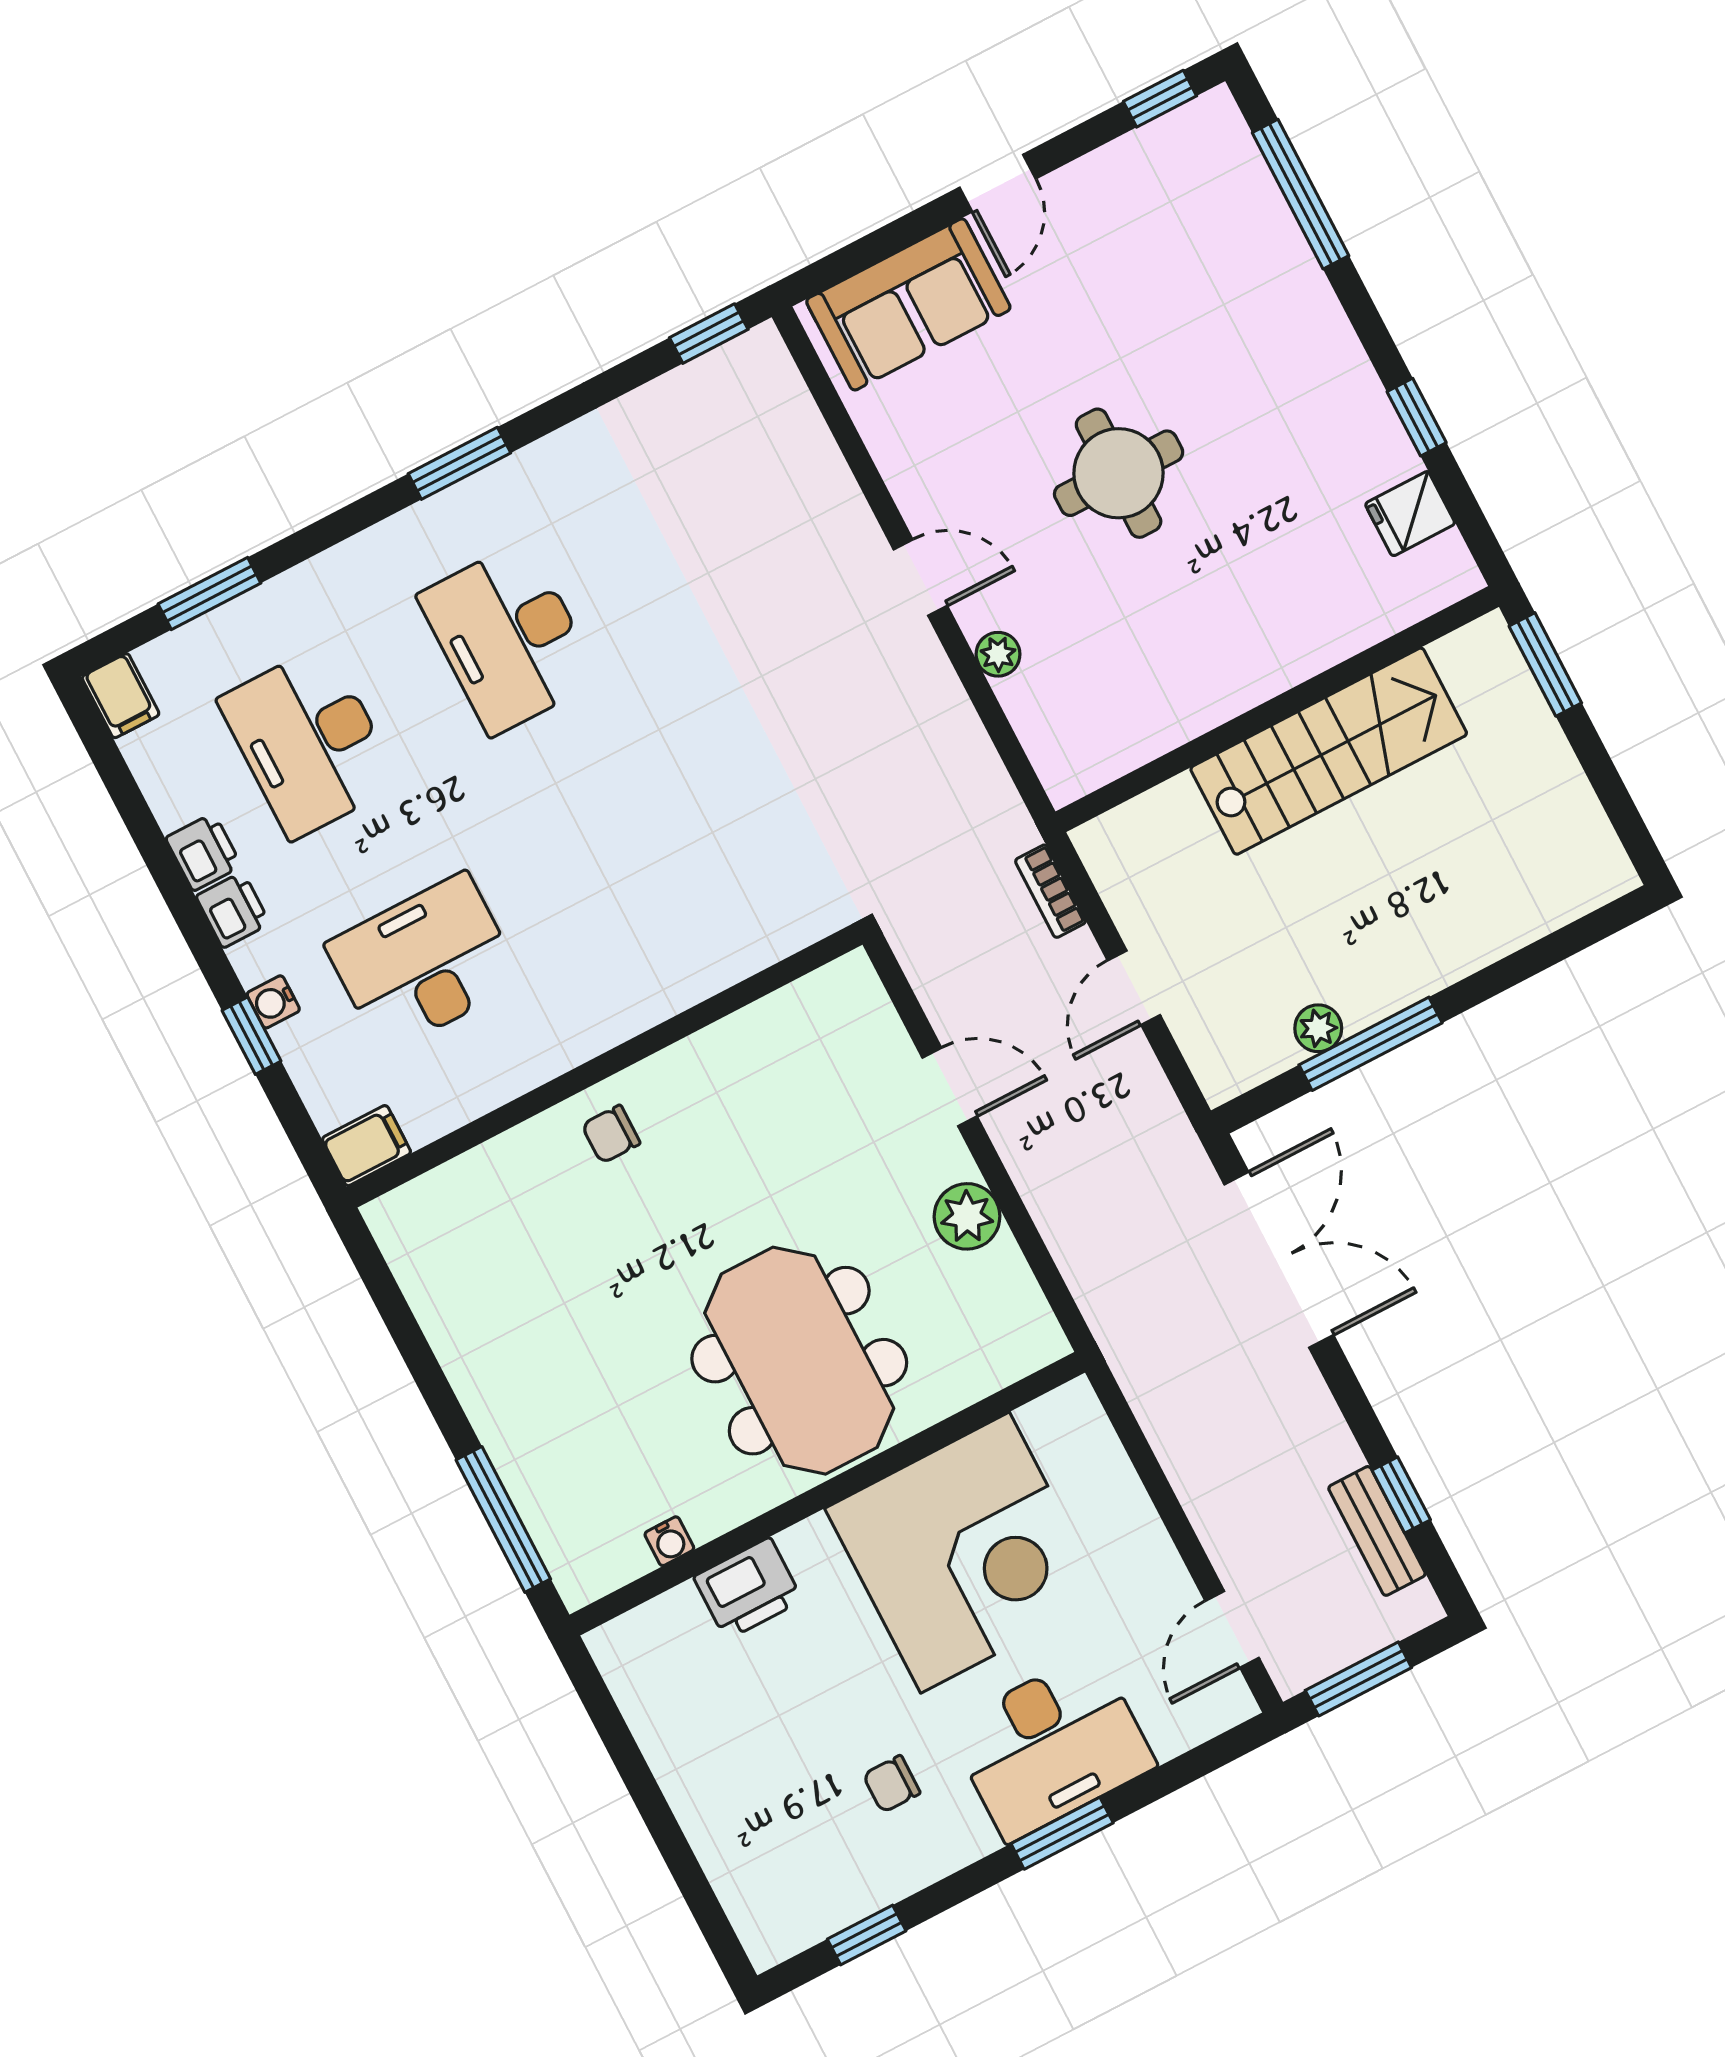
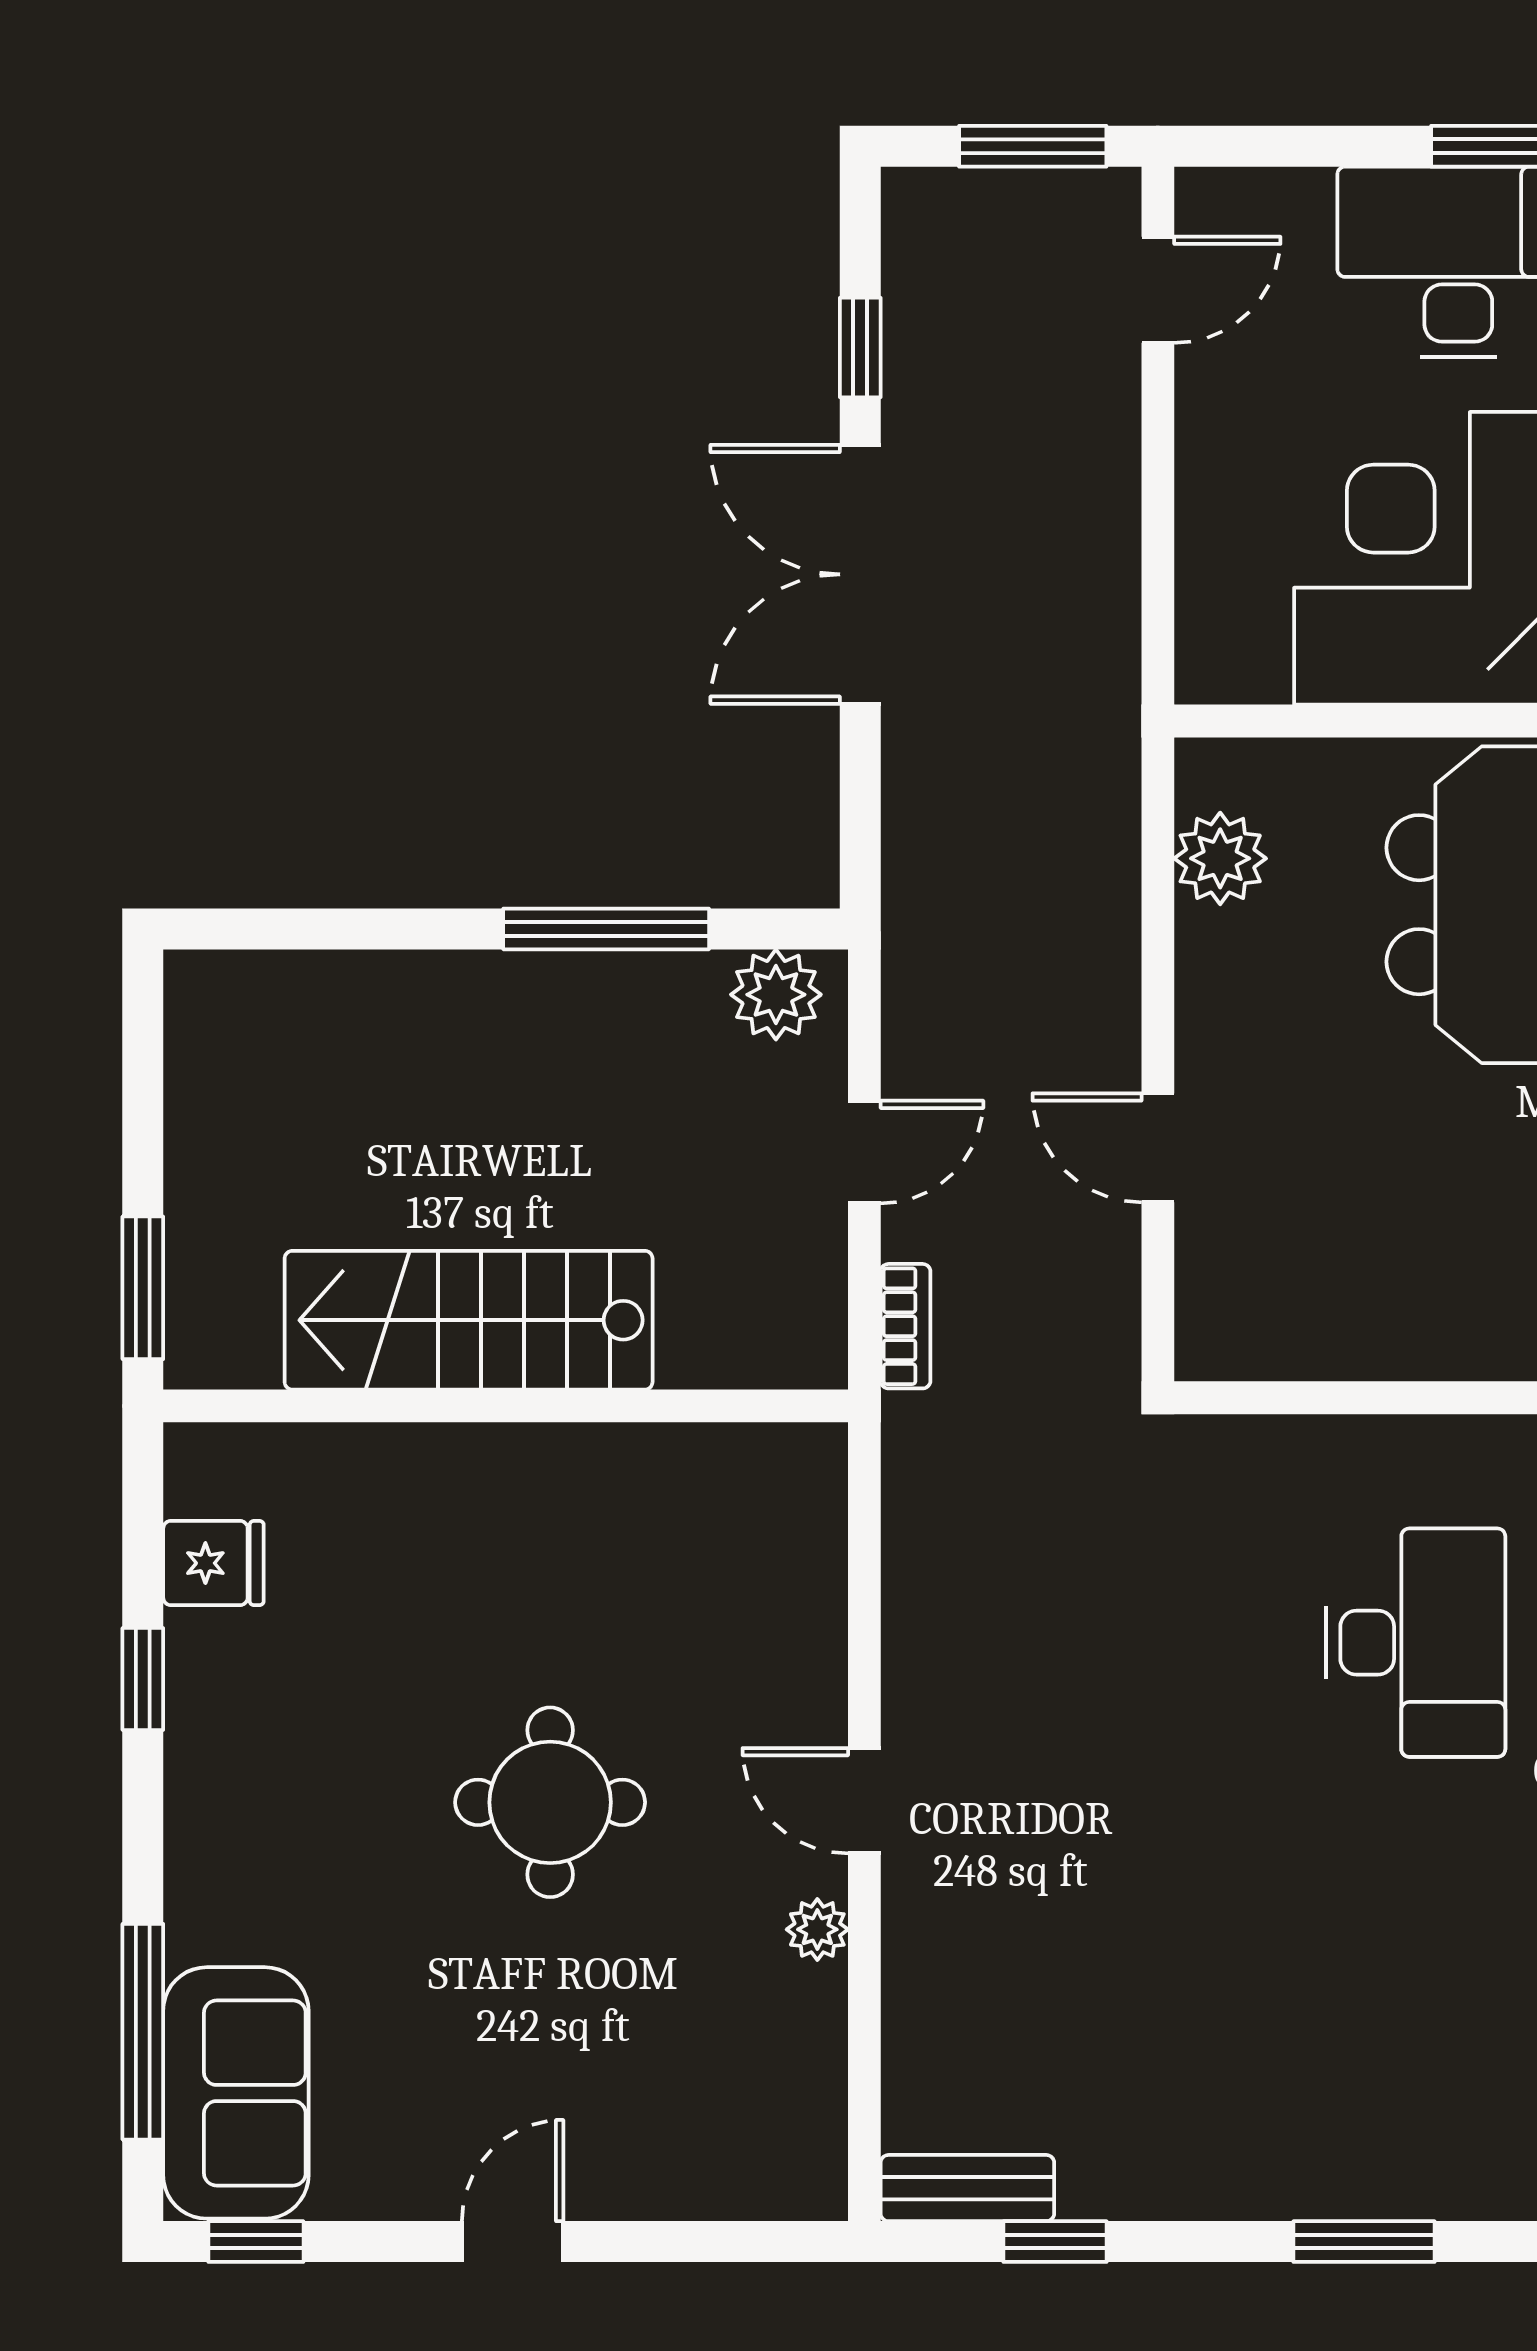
sofa: (908, 304) -> (236, 2093), moved, turned 90
window: (709, 334) -> (1055, 2242), moved
desk: (509, 638) -> (1416, 1643), moved
plant: (998, 654) -> (817, 1929), moved
plant: (1318, 1028) -> (776, 995), moved, width x1.38, depth x1.38
plant: (967, 1216) -> (1220, 858), moved
double door: (1279, 1260) -> (860, 574), moved
bench: (1377, 1531) -> (967, 2188), moved, turned 90

